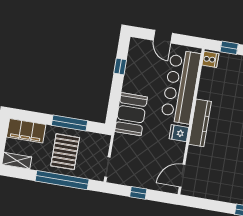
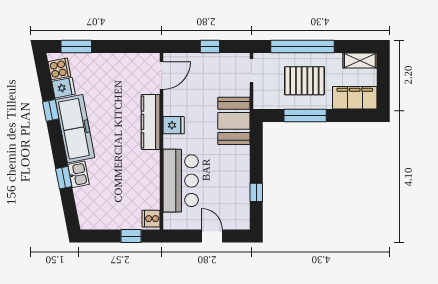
bar counter: (181, 87) -> (181, 181), width x0.73
booth: (131, 114) -> (234, 121), moved
kitchen counter: (200, 123) -> (151, 122), moved
pallet: (65, 152) -> (304, 81), turned 90

